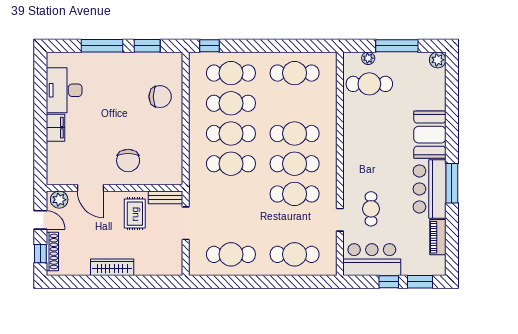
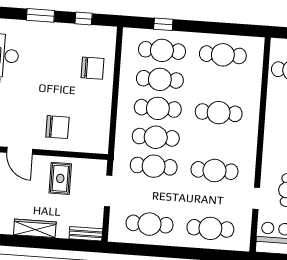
window: (102, 46) -> (40, 15), width x0.69
window: (147, 46) -> (84, 18), width x0.67
window: (209, 46) -> (163, 24), moved
chair: (128, 161) -> (57, 127), turned -90
cafe table: (295, 164) -> (154, 166), moved
bench: (166, 197) -> (86, 234), moved

